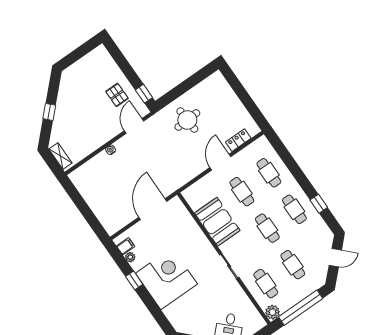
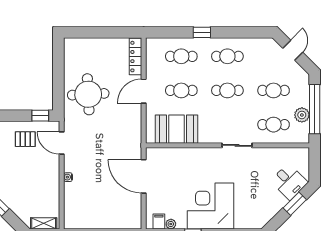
round table: (187, 120) -> (88, 94), width x1.36, depth x1.36
locker: (238, 140) -> (135, 57), width x1.53
door: (220, 162) -> (144, 91), hinge flipped
window: (319, 204) -> (202, 32), moved
booth: (217, 222) -> (177, 129), moved
plant: (273, 312) -> (302, 115), moved

